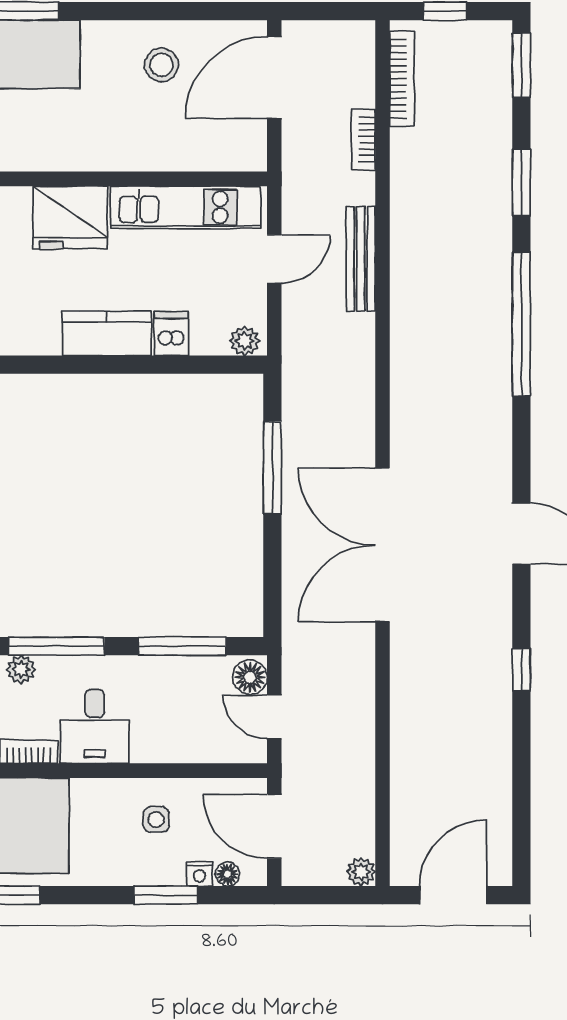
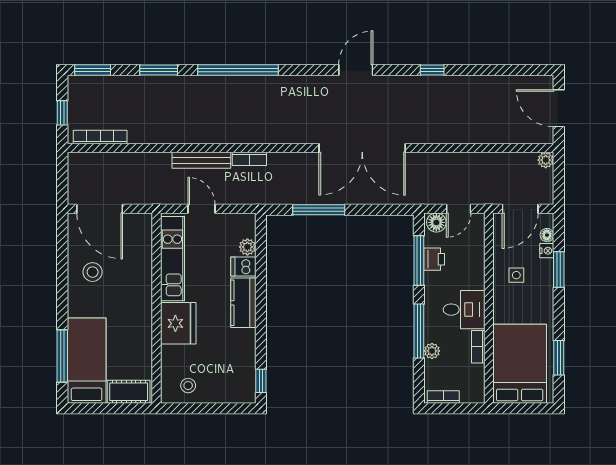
bookcase: (363, 139) -> (249, 159), moved
plant: (245, 341) -> (247, 247), moved
printer: (184, 673) -> (434, 259), added

